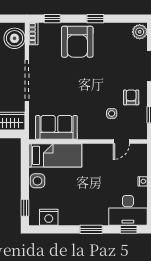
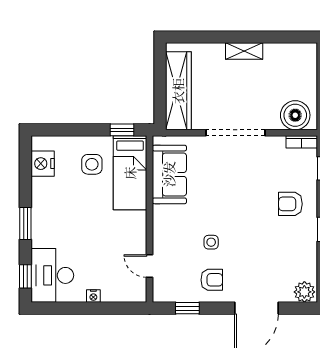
armchair: (77, 42) -> (290, 204), width x0.53, depth x0.53
side table: (112, 113) -> (211, 242), moved
side table: (37, 181) -> (92, 164), moved
window: (25, 208) -> (122, 130), moved

